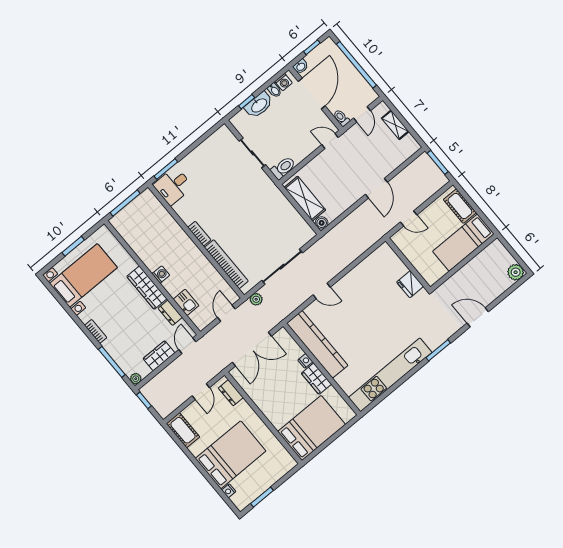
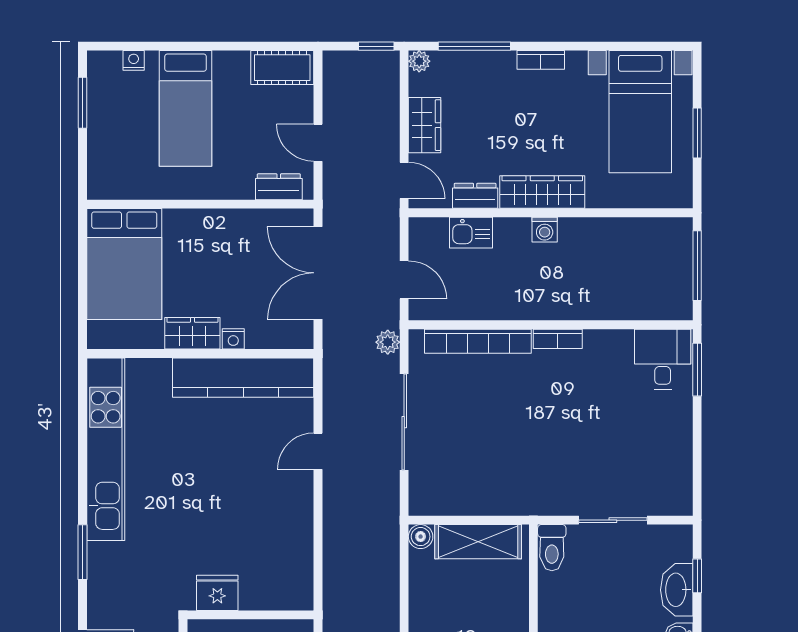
bed: (231, 455) -> (186, 108), width x0.67

